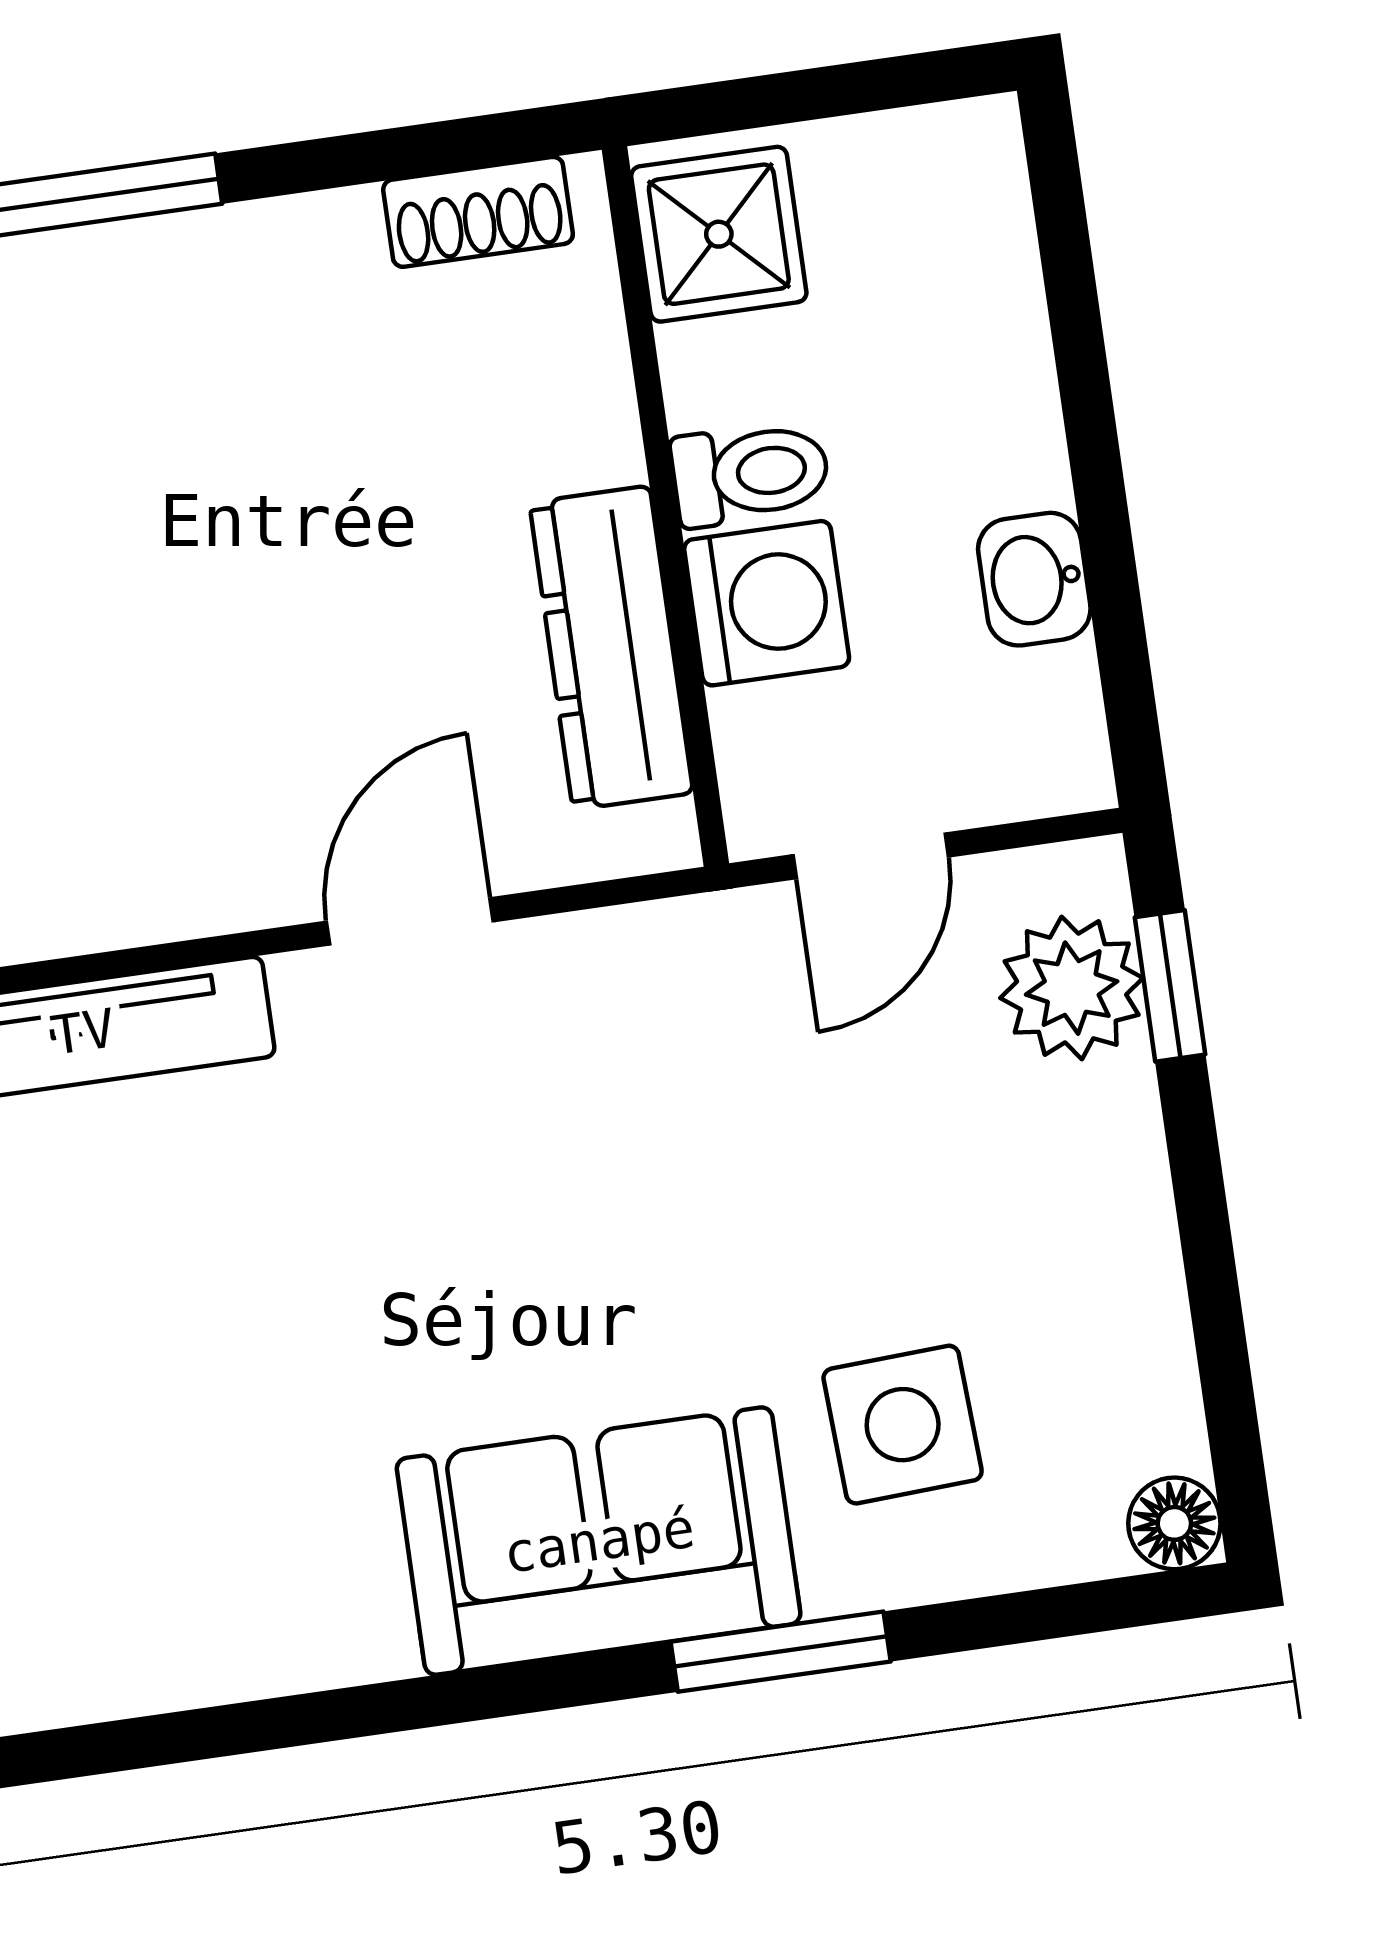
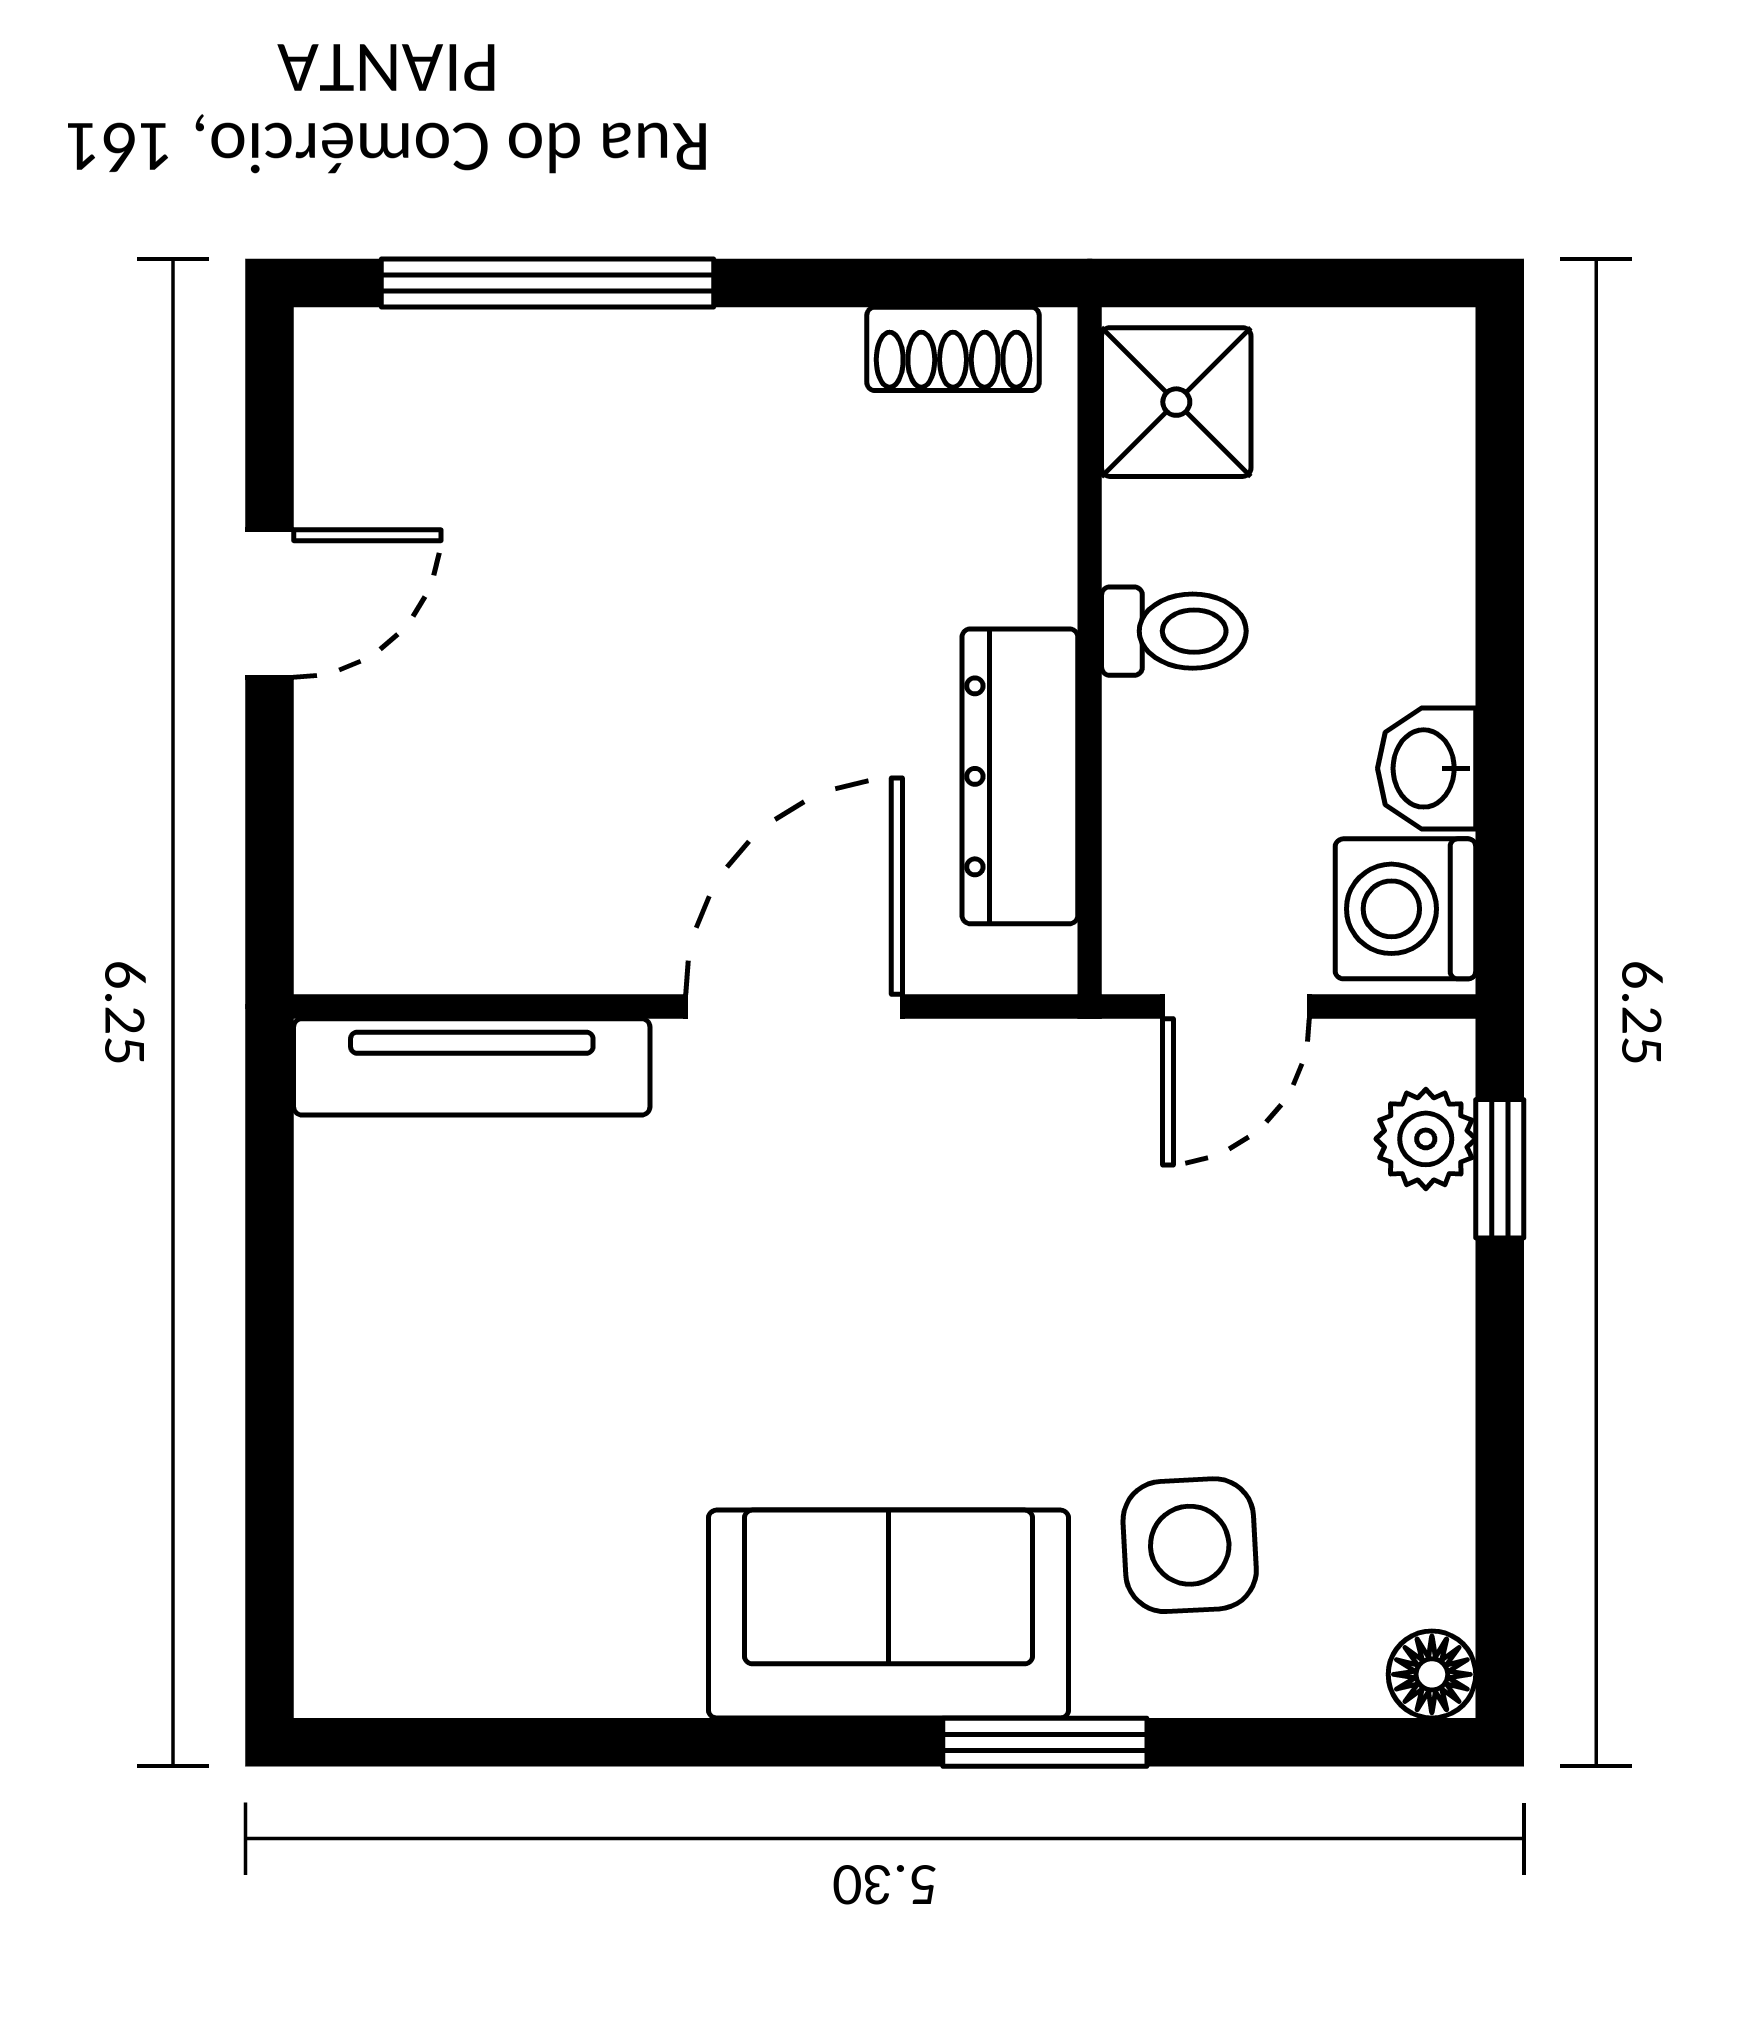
washing machine: (767, 603) -> (1405, 909), moved, turned 180
door: (410, 921) -> (794, 1007), width x1.38
plant: (1072, 988) -> (1426, 1139), width x0.73, depth x0.73

